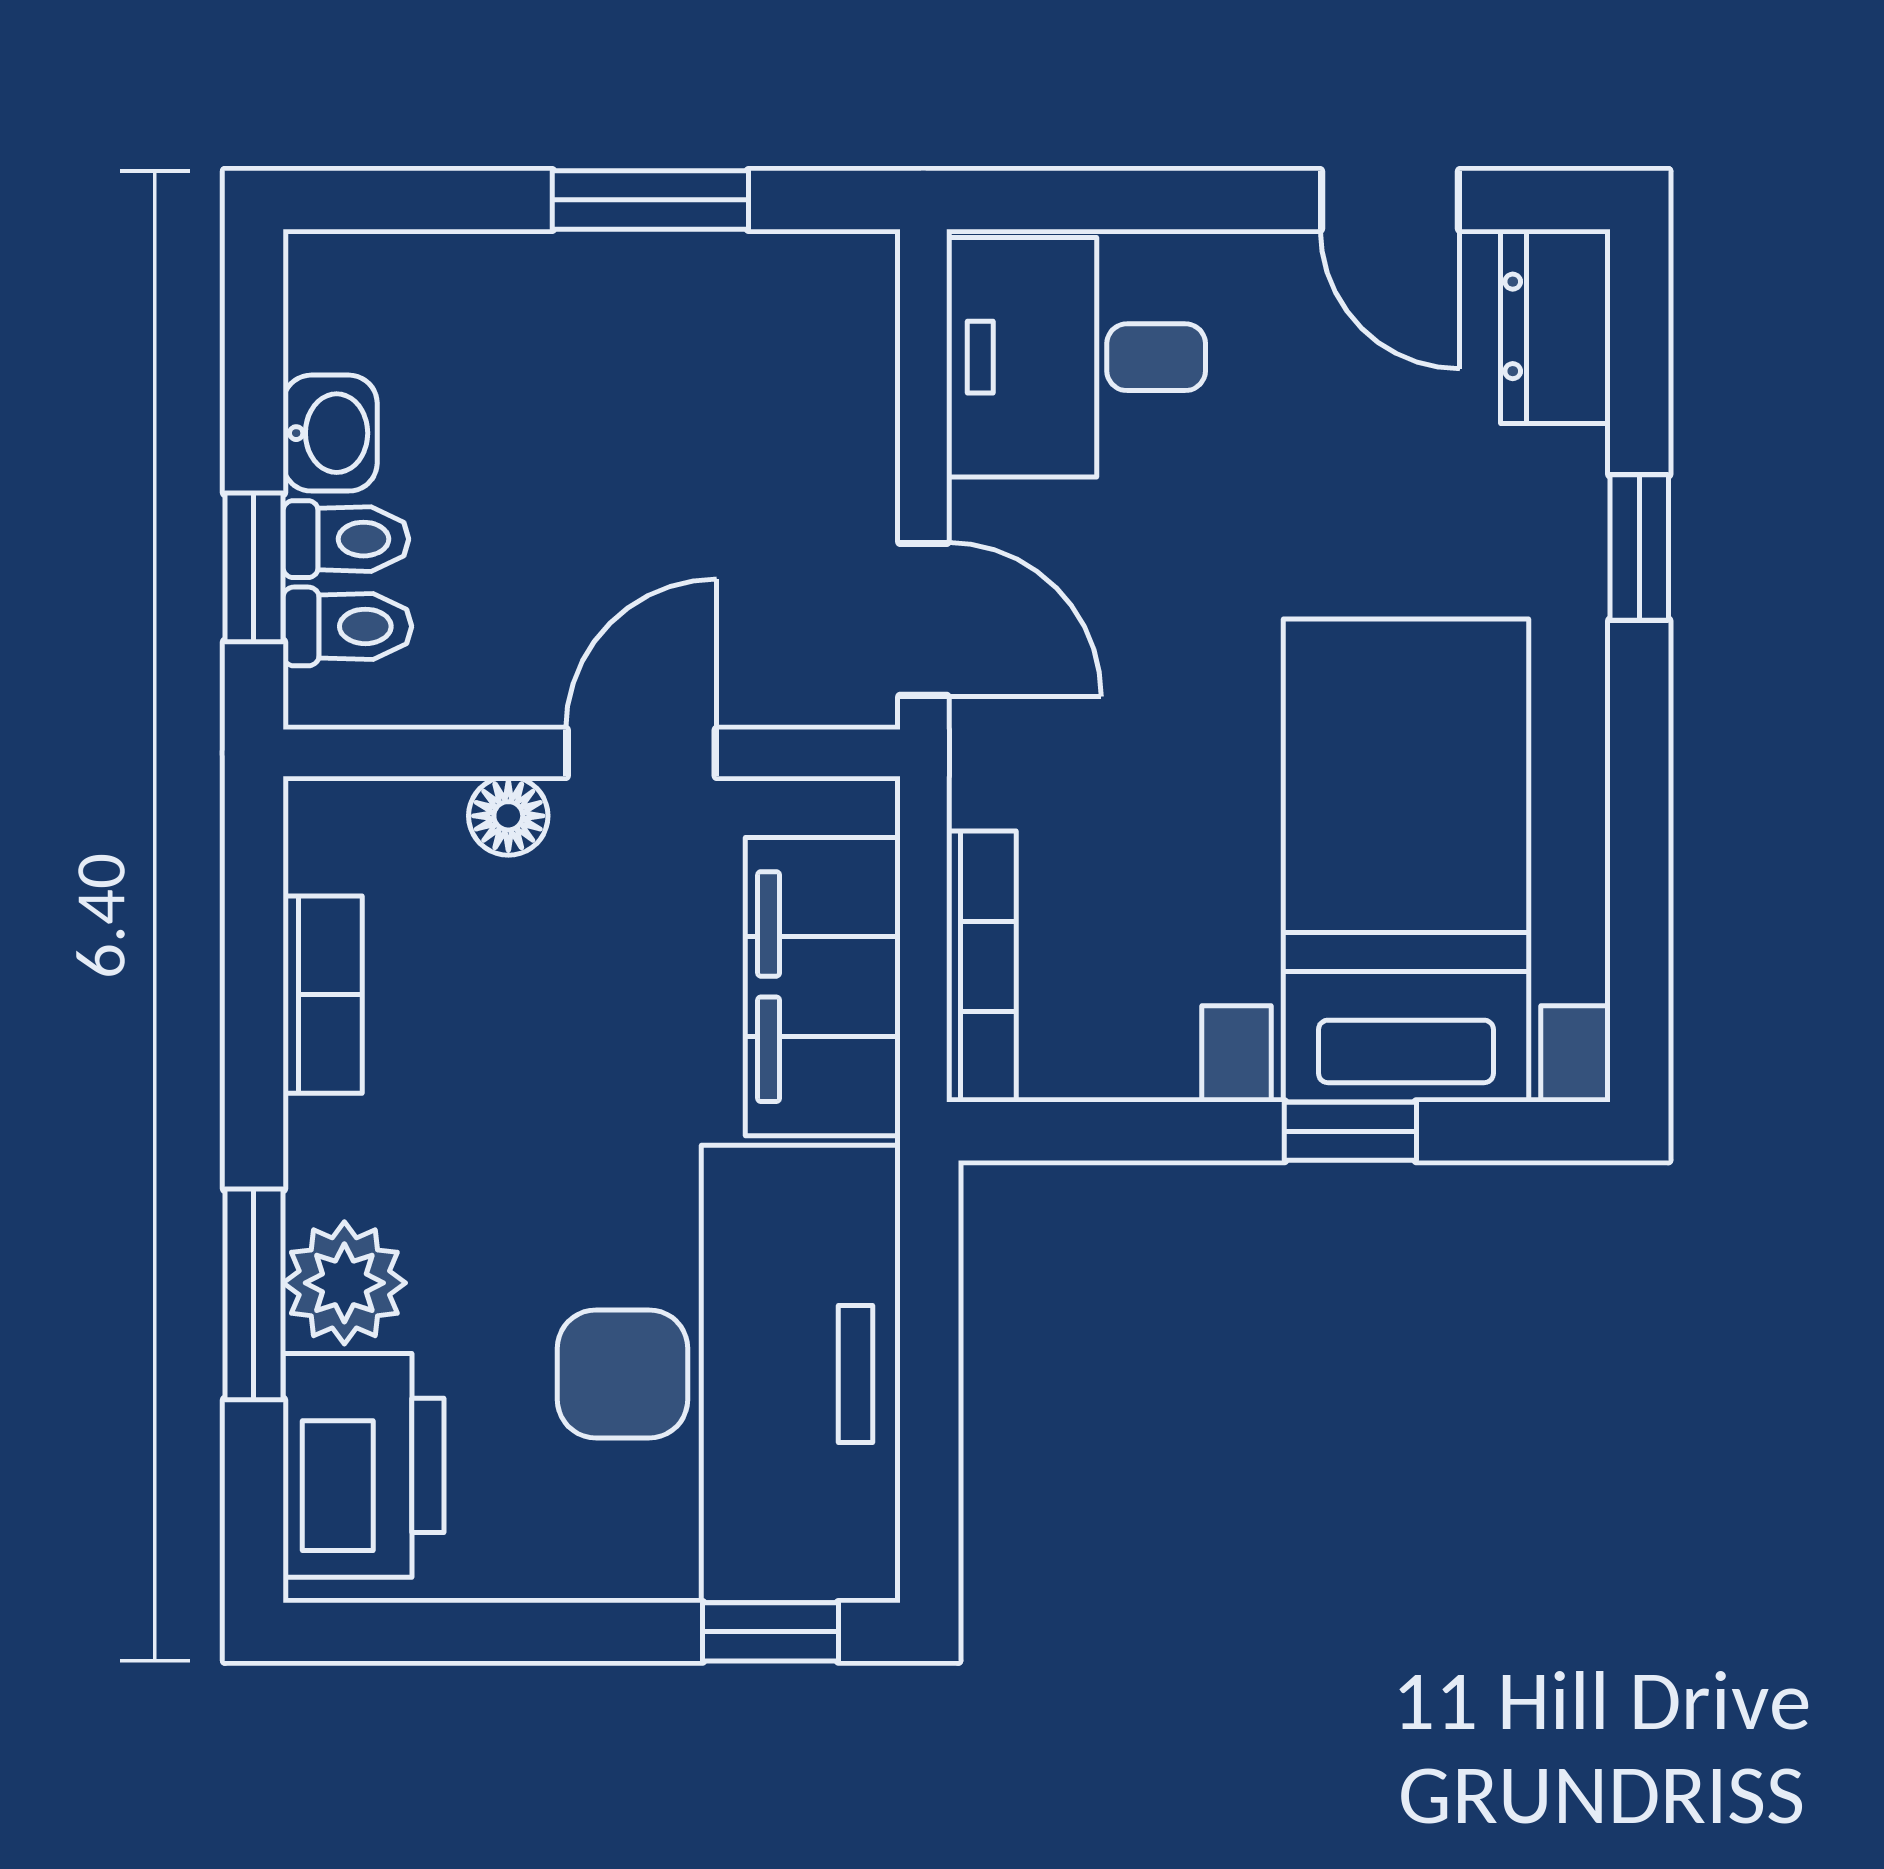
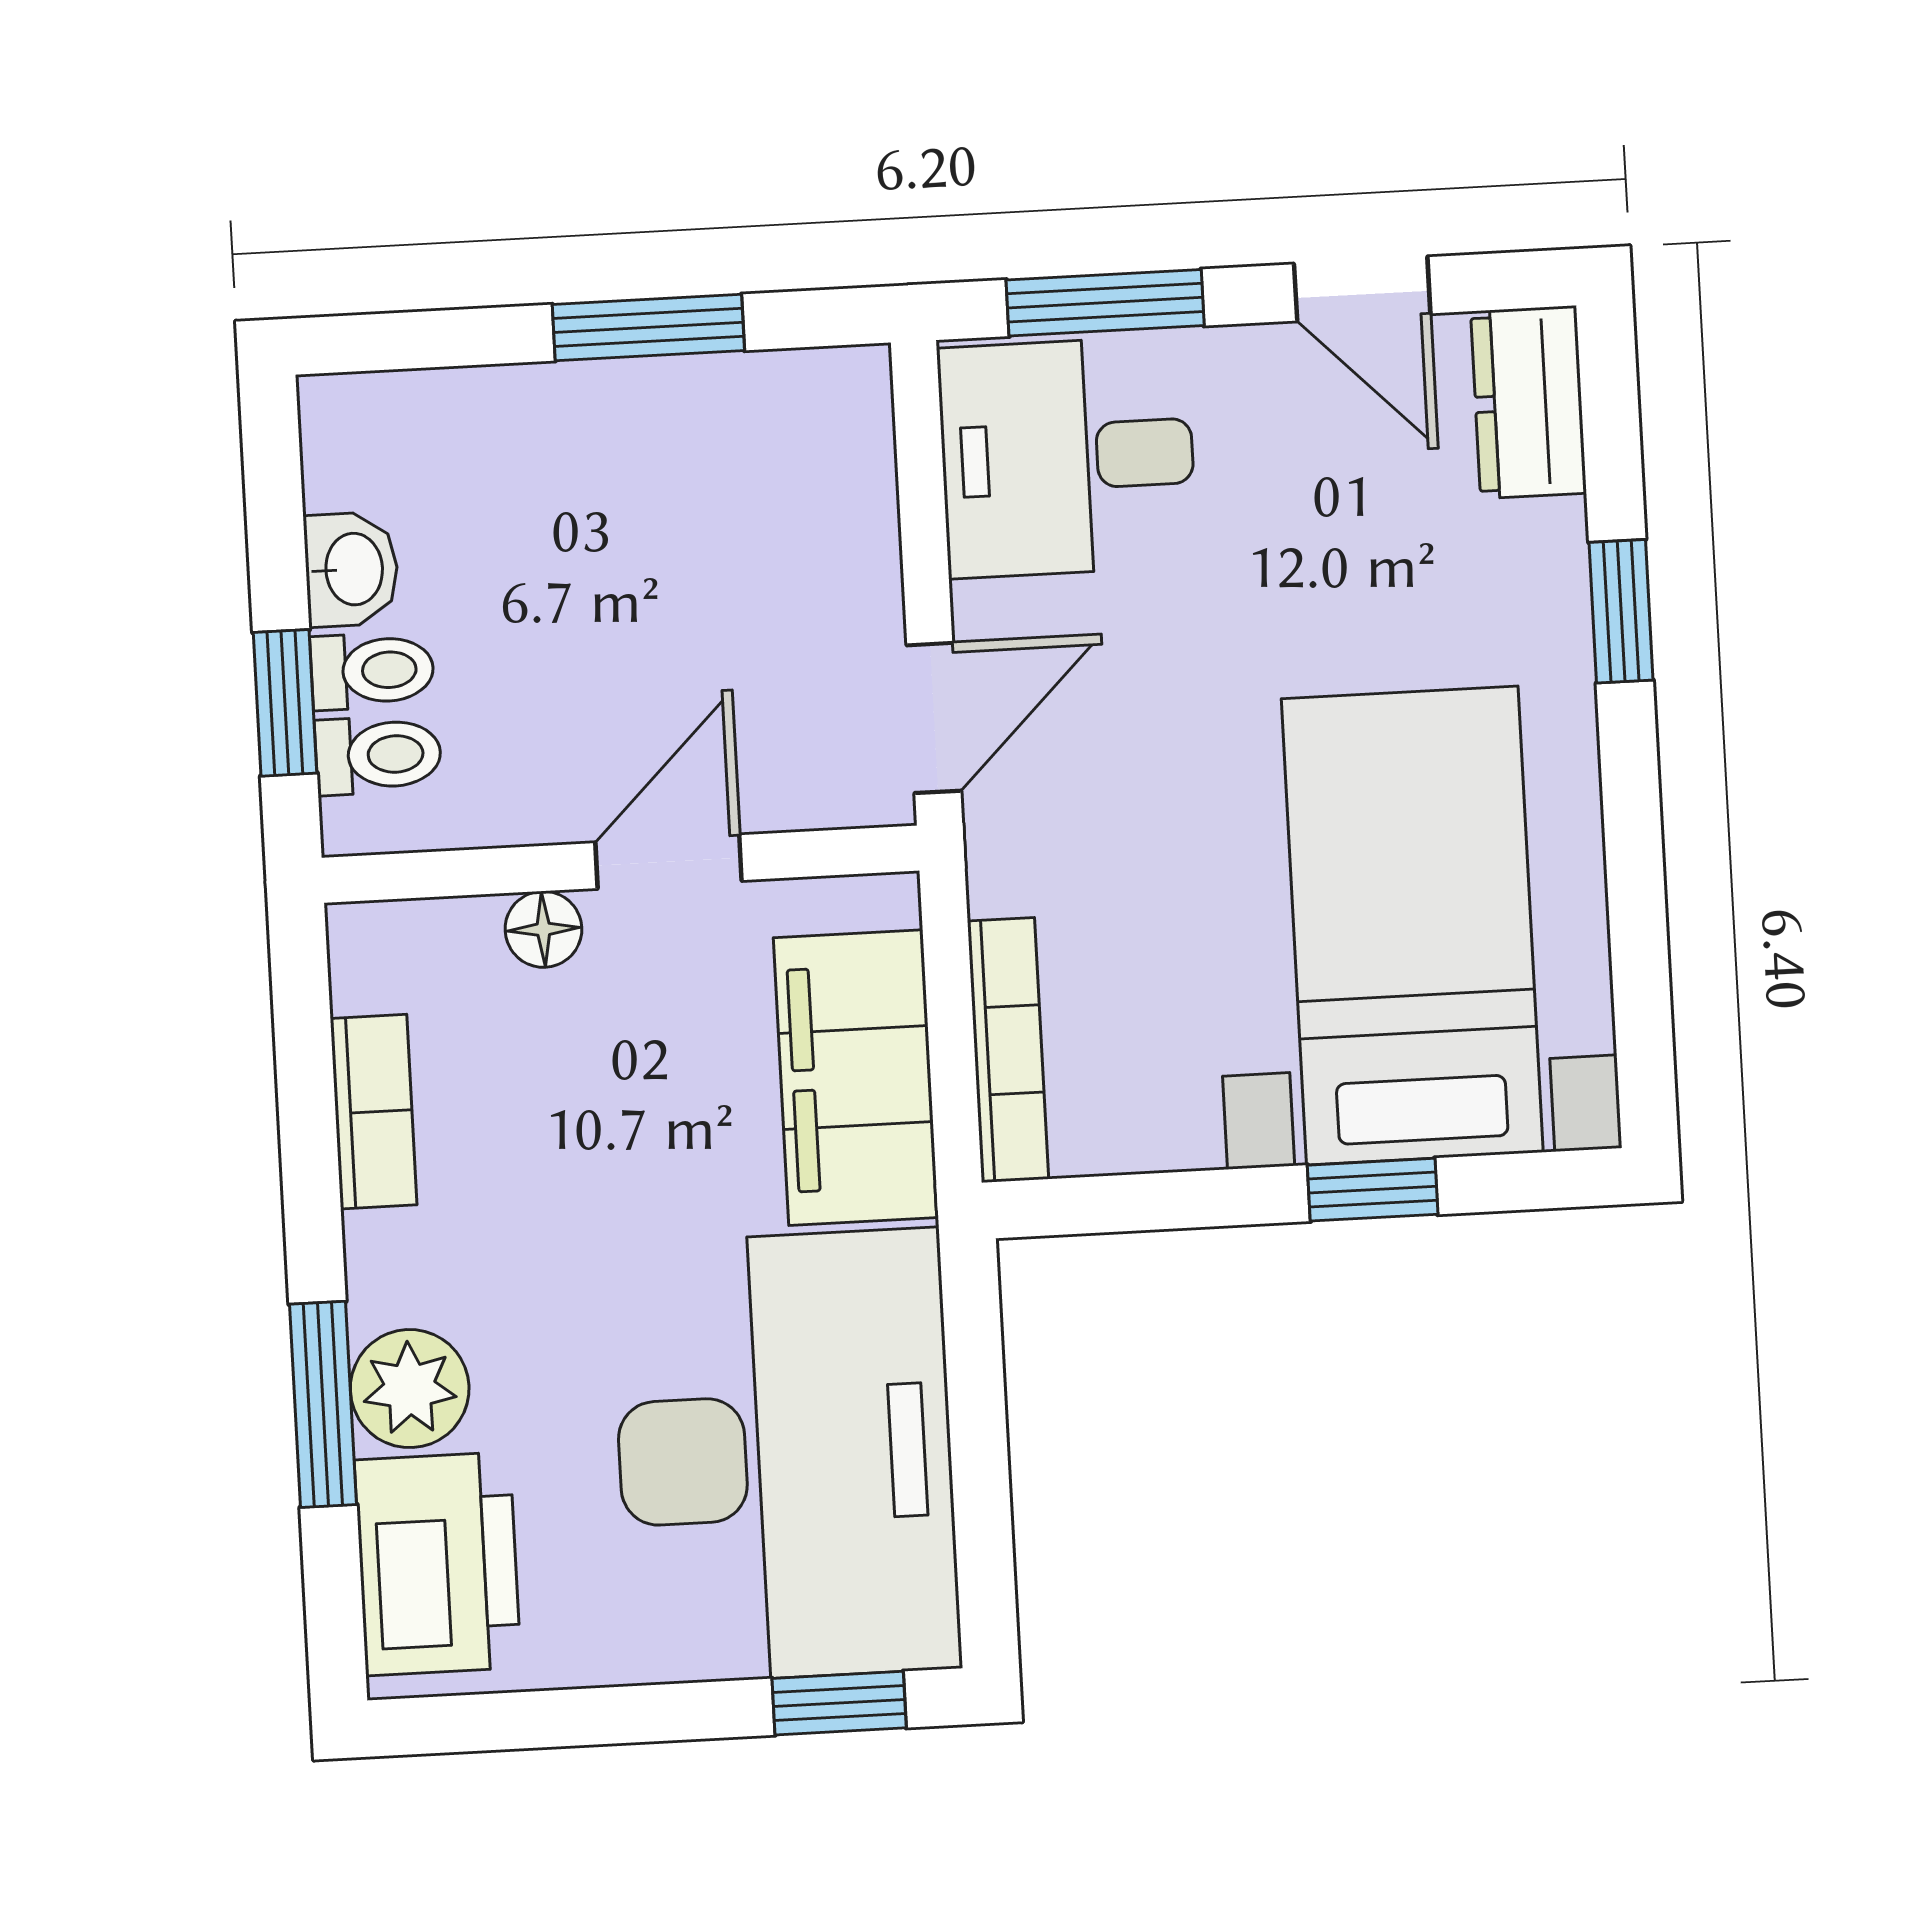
window: (1124, 200) -> (1105, 303), added
door: (923, 619) -> (934, 718), hinge flipped

